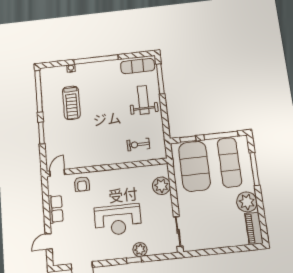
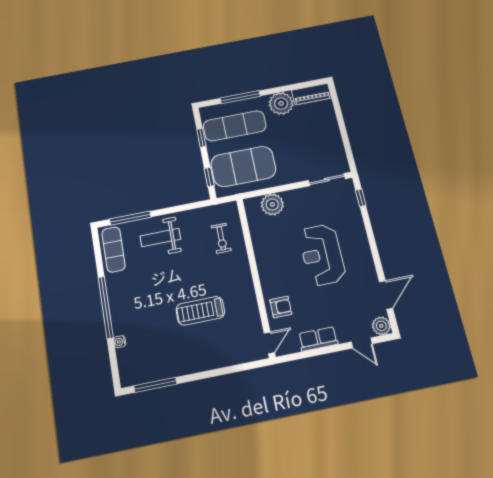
window: (39, 91) -> (155, 385), width x0.68
treadmill: (71, 103) -> (200, 311), moved, turned 180
window: (41, 133) -> (216, 373), removed
window: (221, 135) -> (201, 138), width x0.46
door: (57, 173) -> (269, 343), swing flipped
reception desk: (118, 220) -> (322, 255), turned 180
plant: (140, 250) -> (381, 326), moved
window: (134, 260) -> (361, 198), moved

